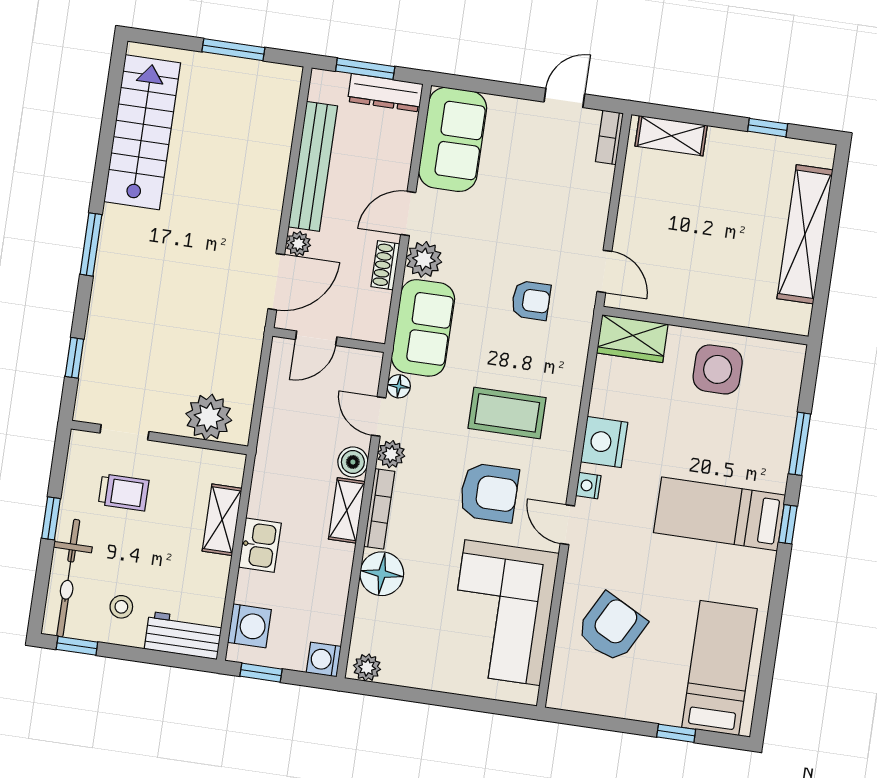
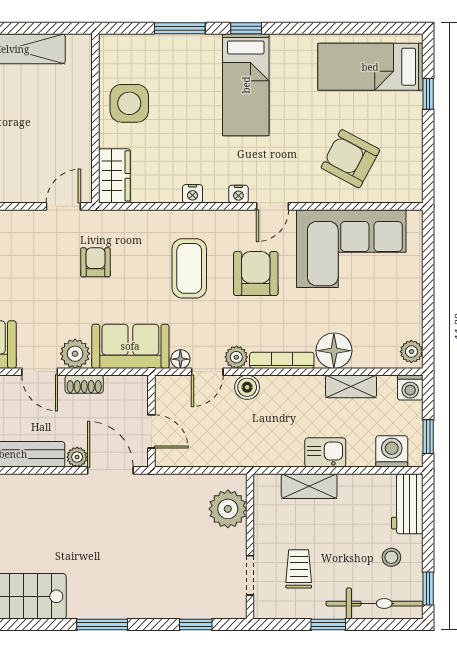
nightstand: (604, 442) -> (193, 194), width x0.53, depth x0.56
shelving: (347, 510) -> (351, 386), moved

